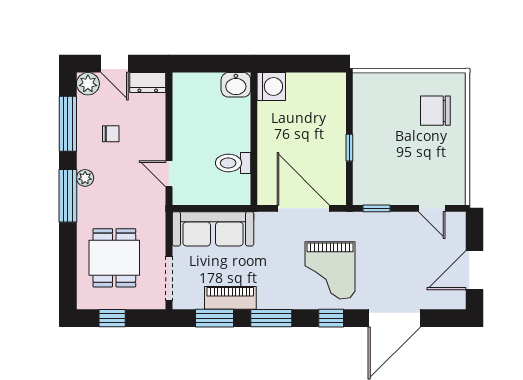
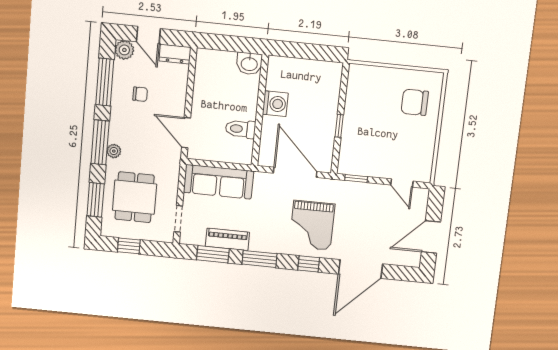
washing machine: (271, 86) -> (275, 104), moved
door: (169, 174) -> (186, 133), width x1.38
plant: (85, 178) -> (114, 151), moved
window: (68, 266) -> (96, 200), added
doorway: (169, 279) -> (178, 219), width x0.73

